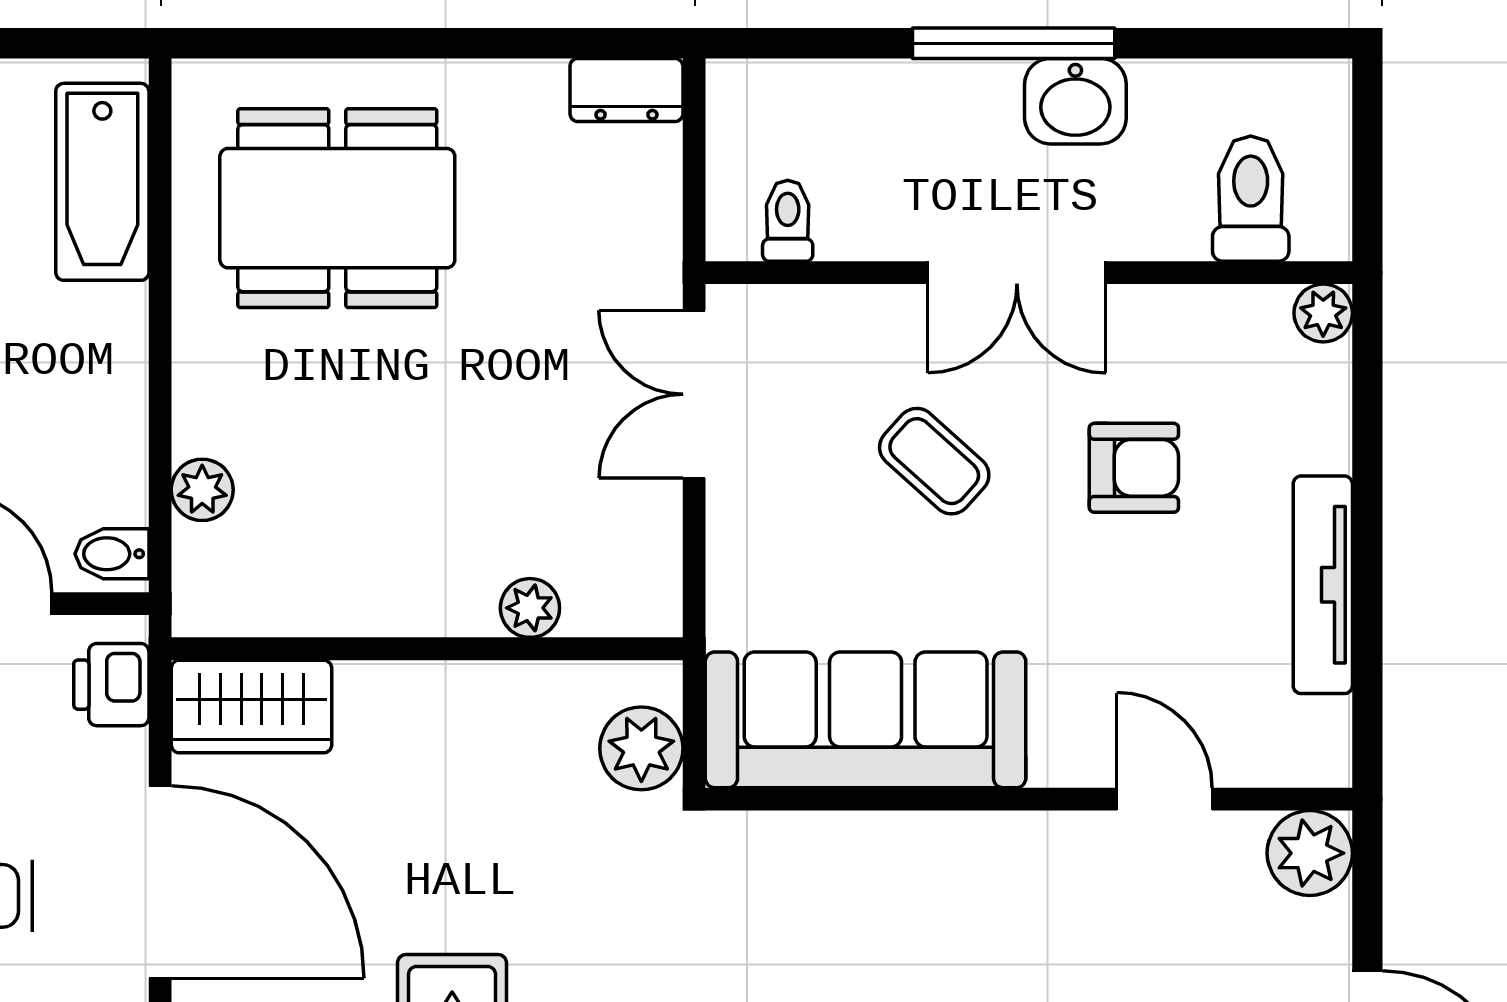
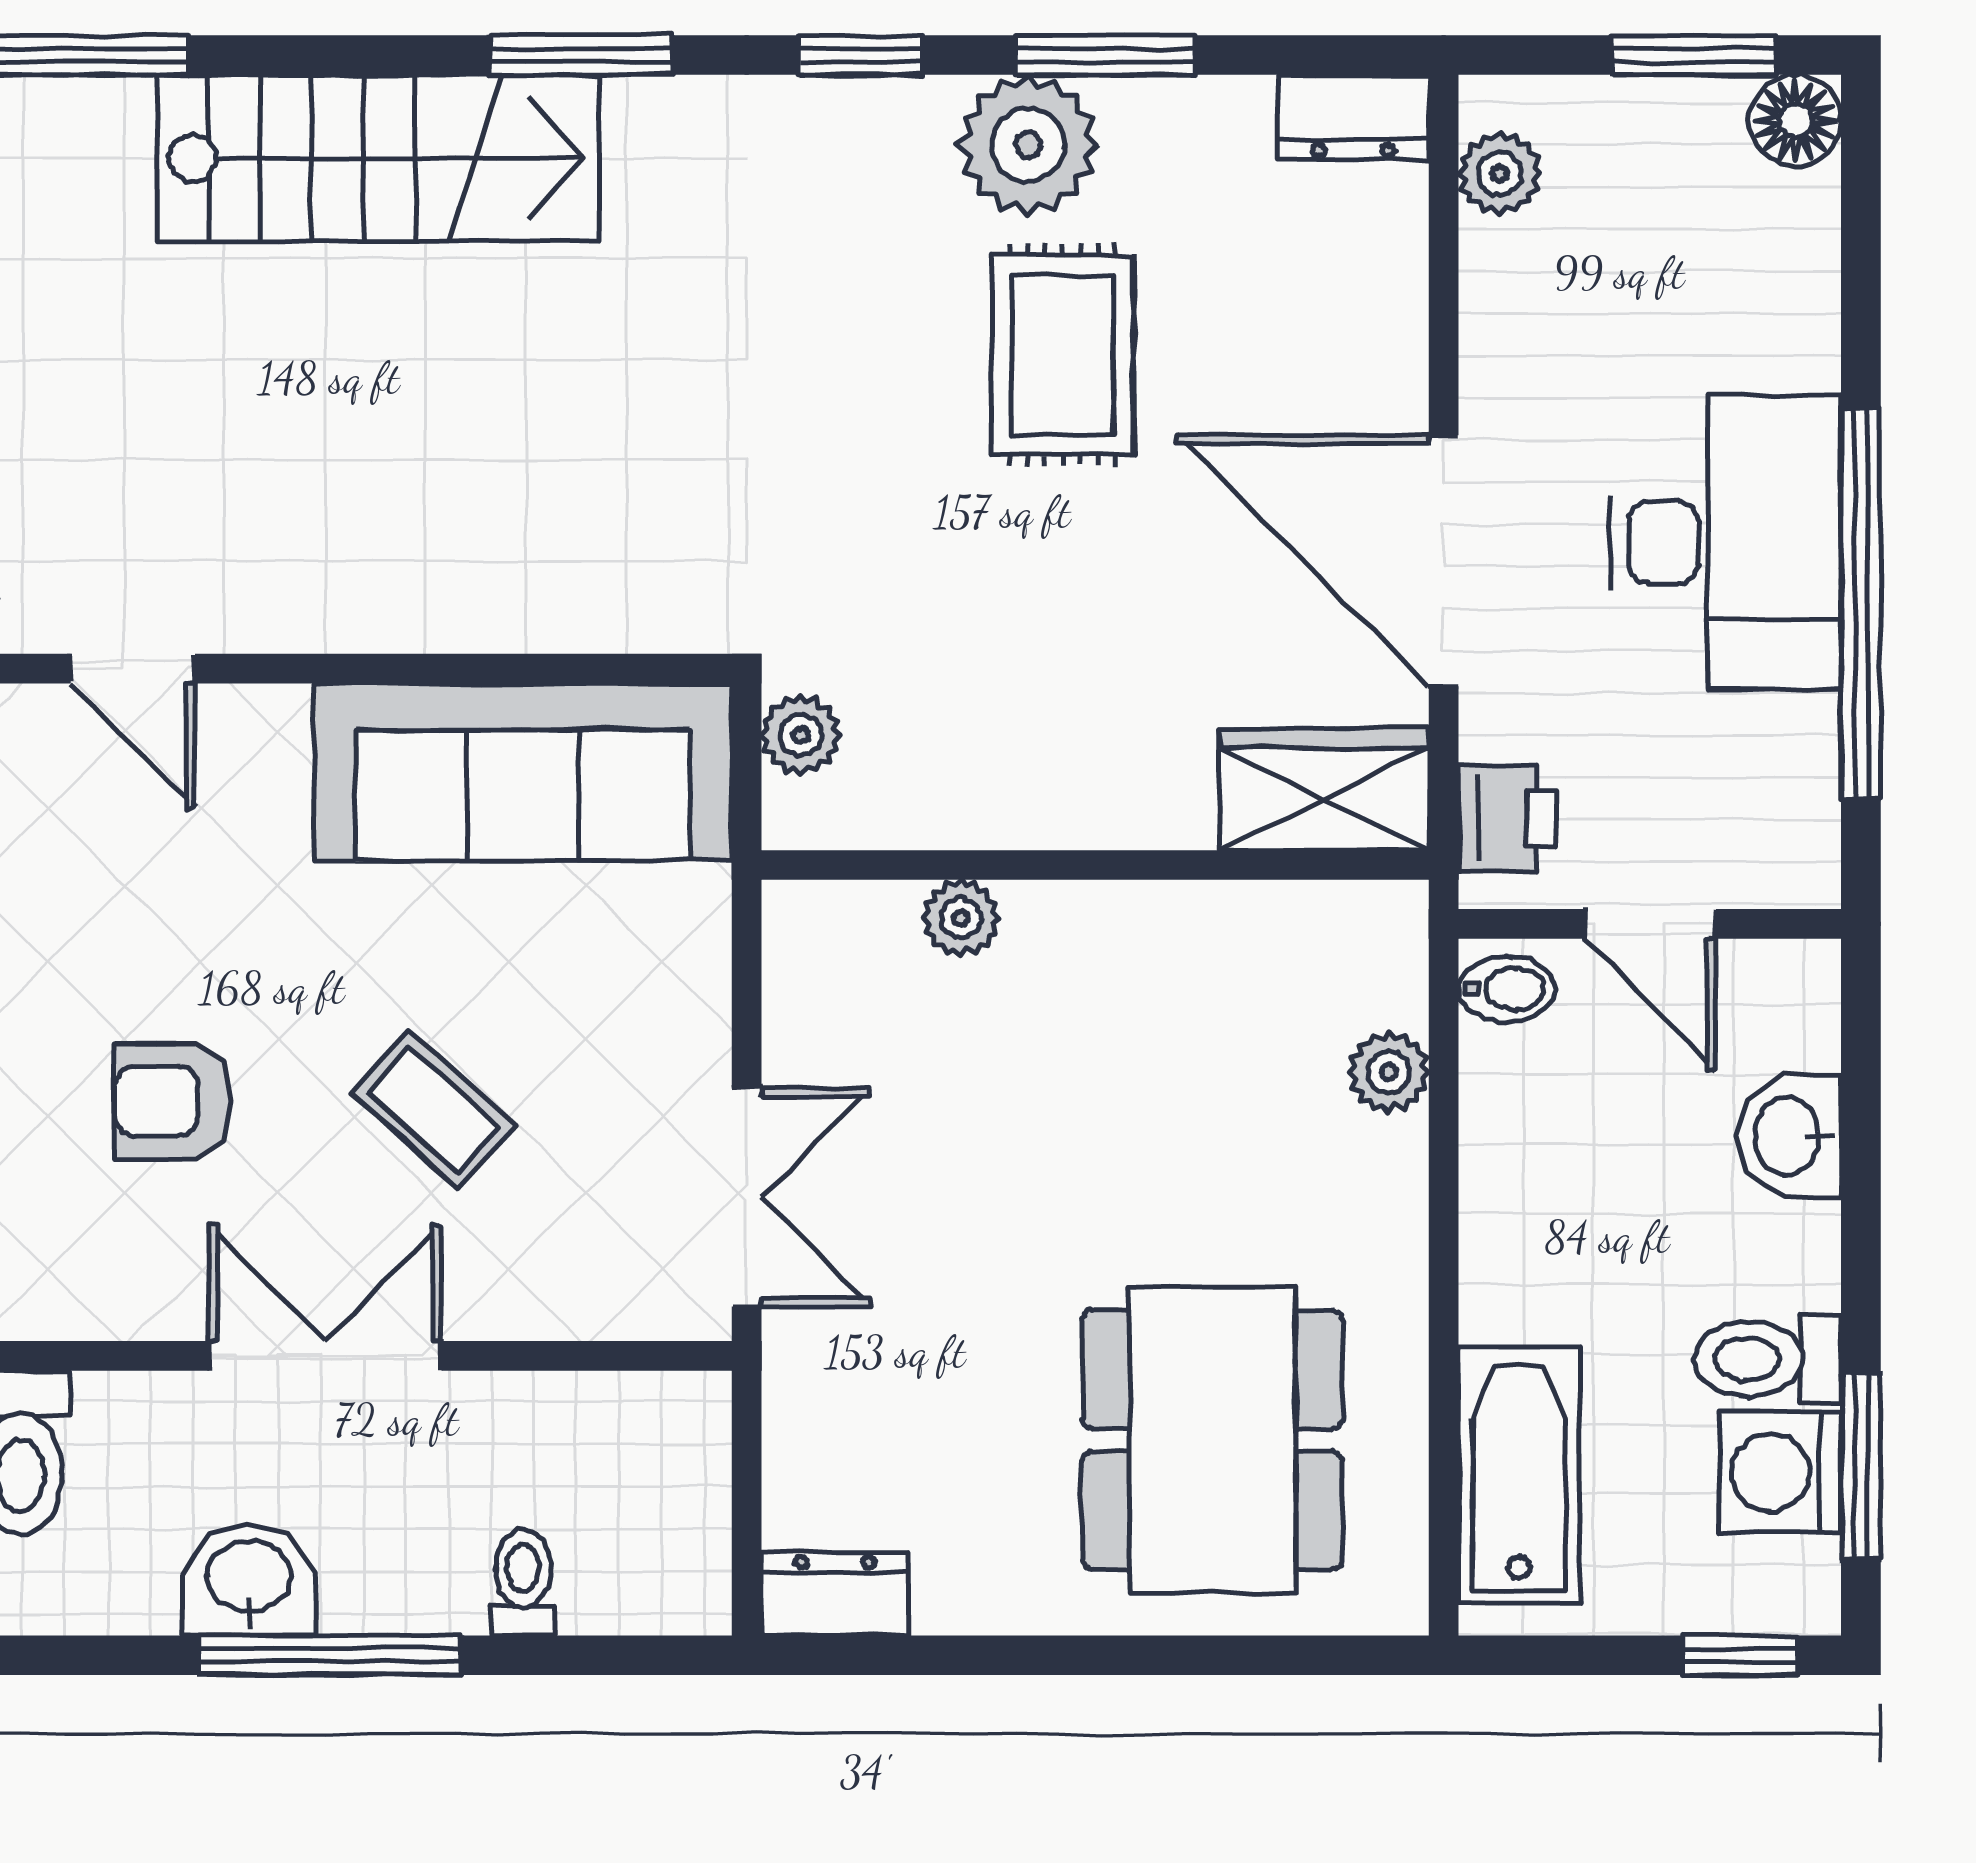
dining table: (337, 208) -> (1212, 1440), turned 90
toilet: (788, 221) -> (523, 1583), moved, turned 180
plant: (641, 748) -> (801, 735), width x0.73, depth x0.73

